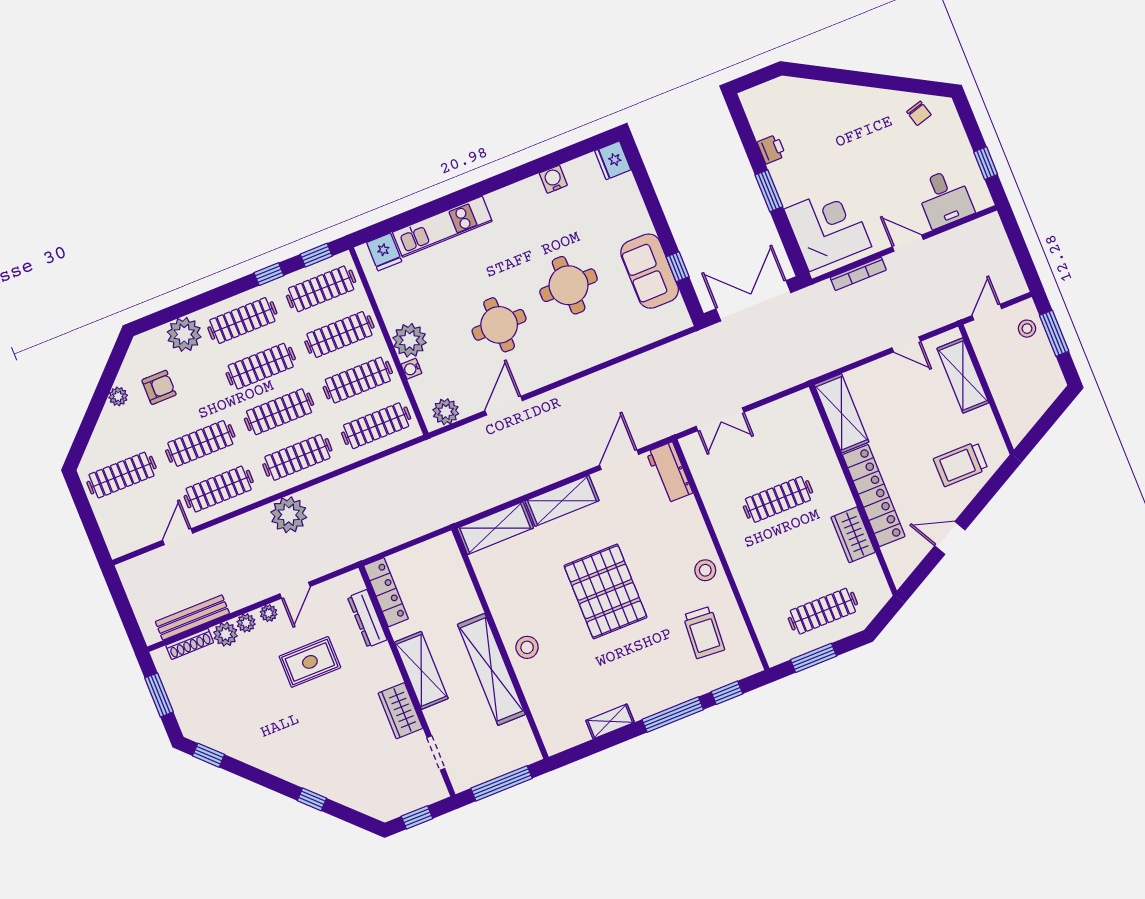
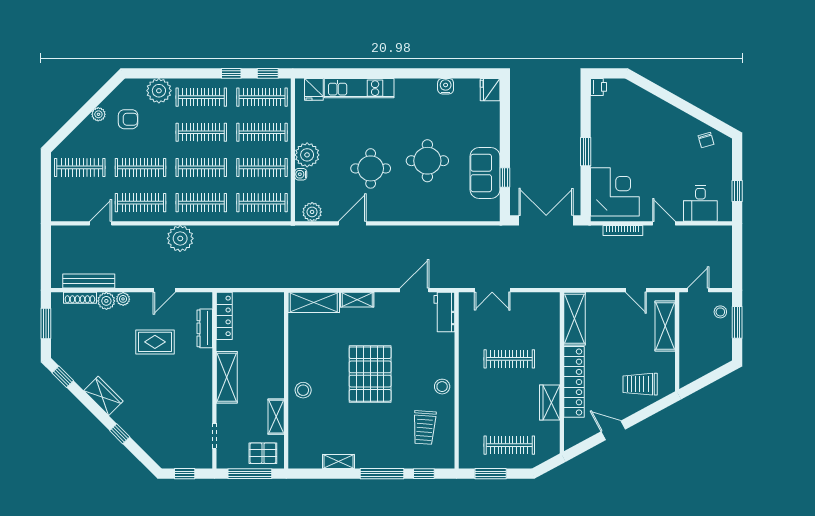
printer: (771, 149) -> (598, 87), moved
shelving: (562, 501) -> (357, 300), width x0.67, depth x0.75
plant: (269, 613) -> (141, 298), removed
shelving: (491, 669) -> (276, 417), width x0.45, depth x0.75
wardrobe: (400, 711) -> (103, 396), moved, turned 135
pallet: (508, 750) -> (263, 453), added

